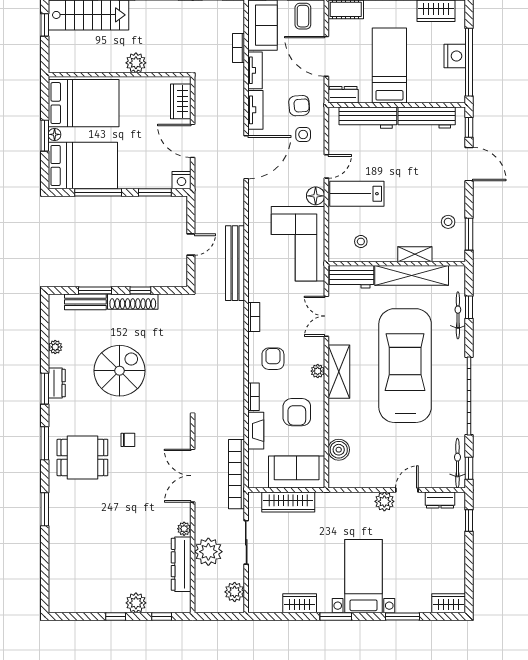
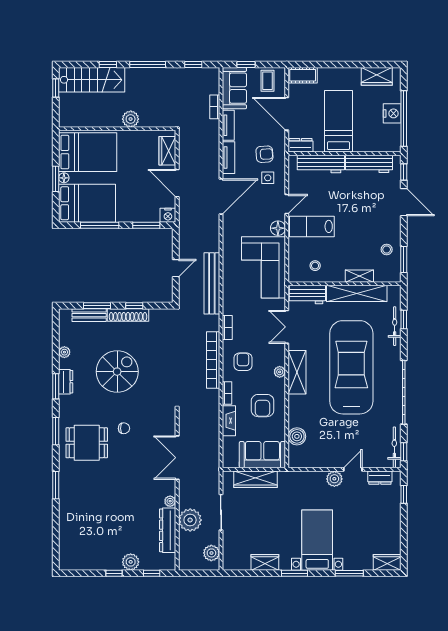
bookcase: (237, 474) -> (213, 360), moved

